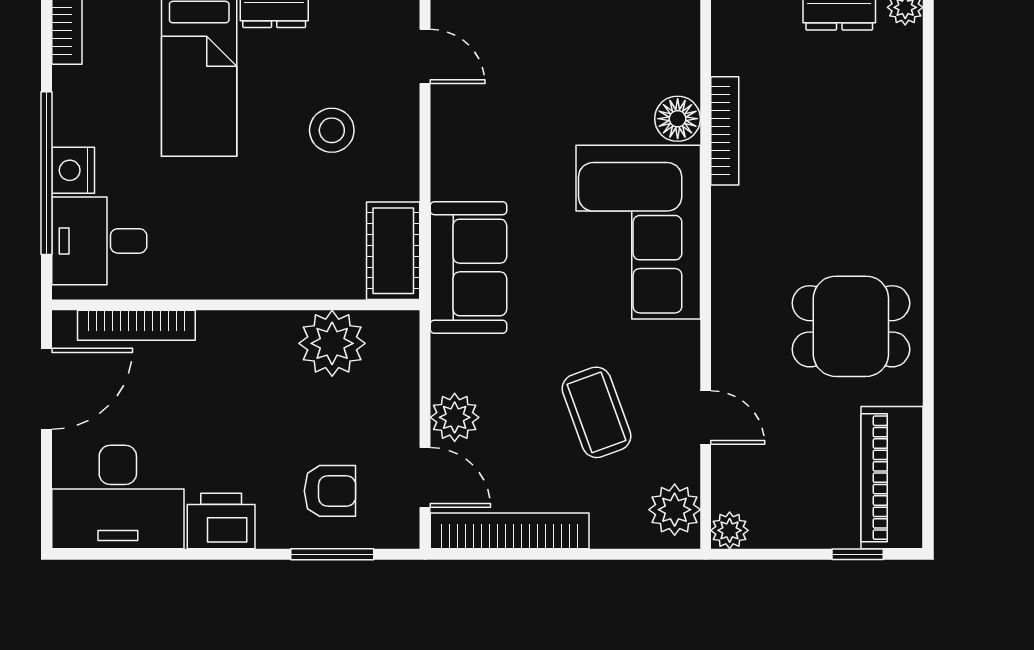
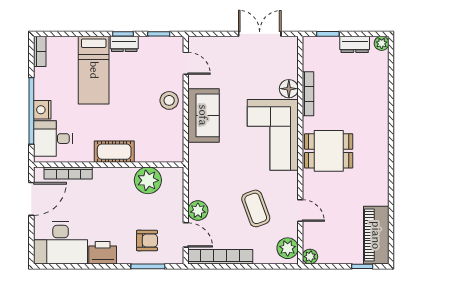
stool: (332, 130) -> (169, 100), moved
cot: (393, 251) -> (114, 152), moved, turned 90
sofa: (468, 267) -> (203, 115), moved
dining table: (851, 326) -> (329, 151), moved

